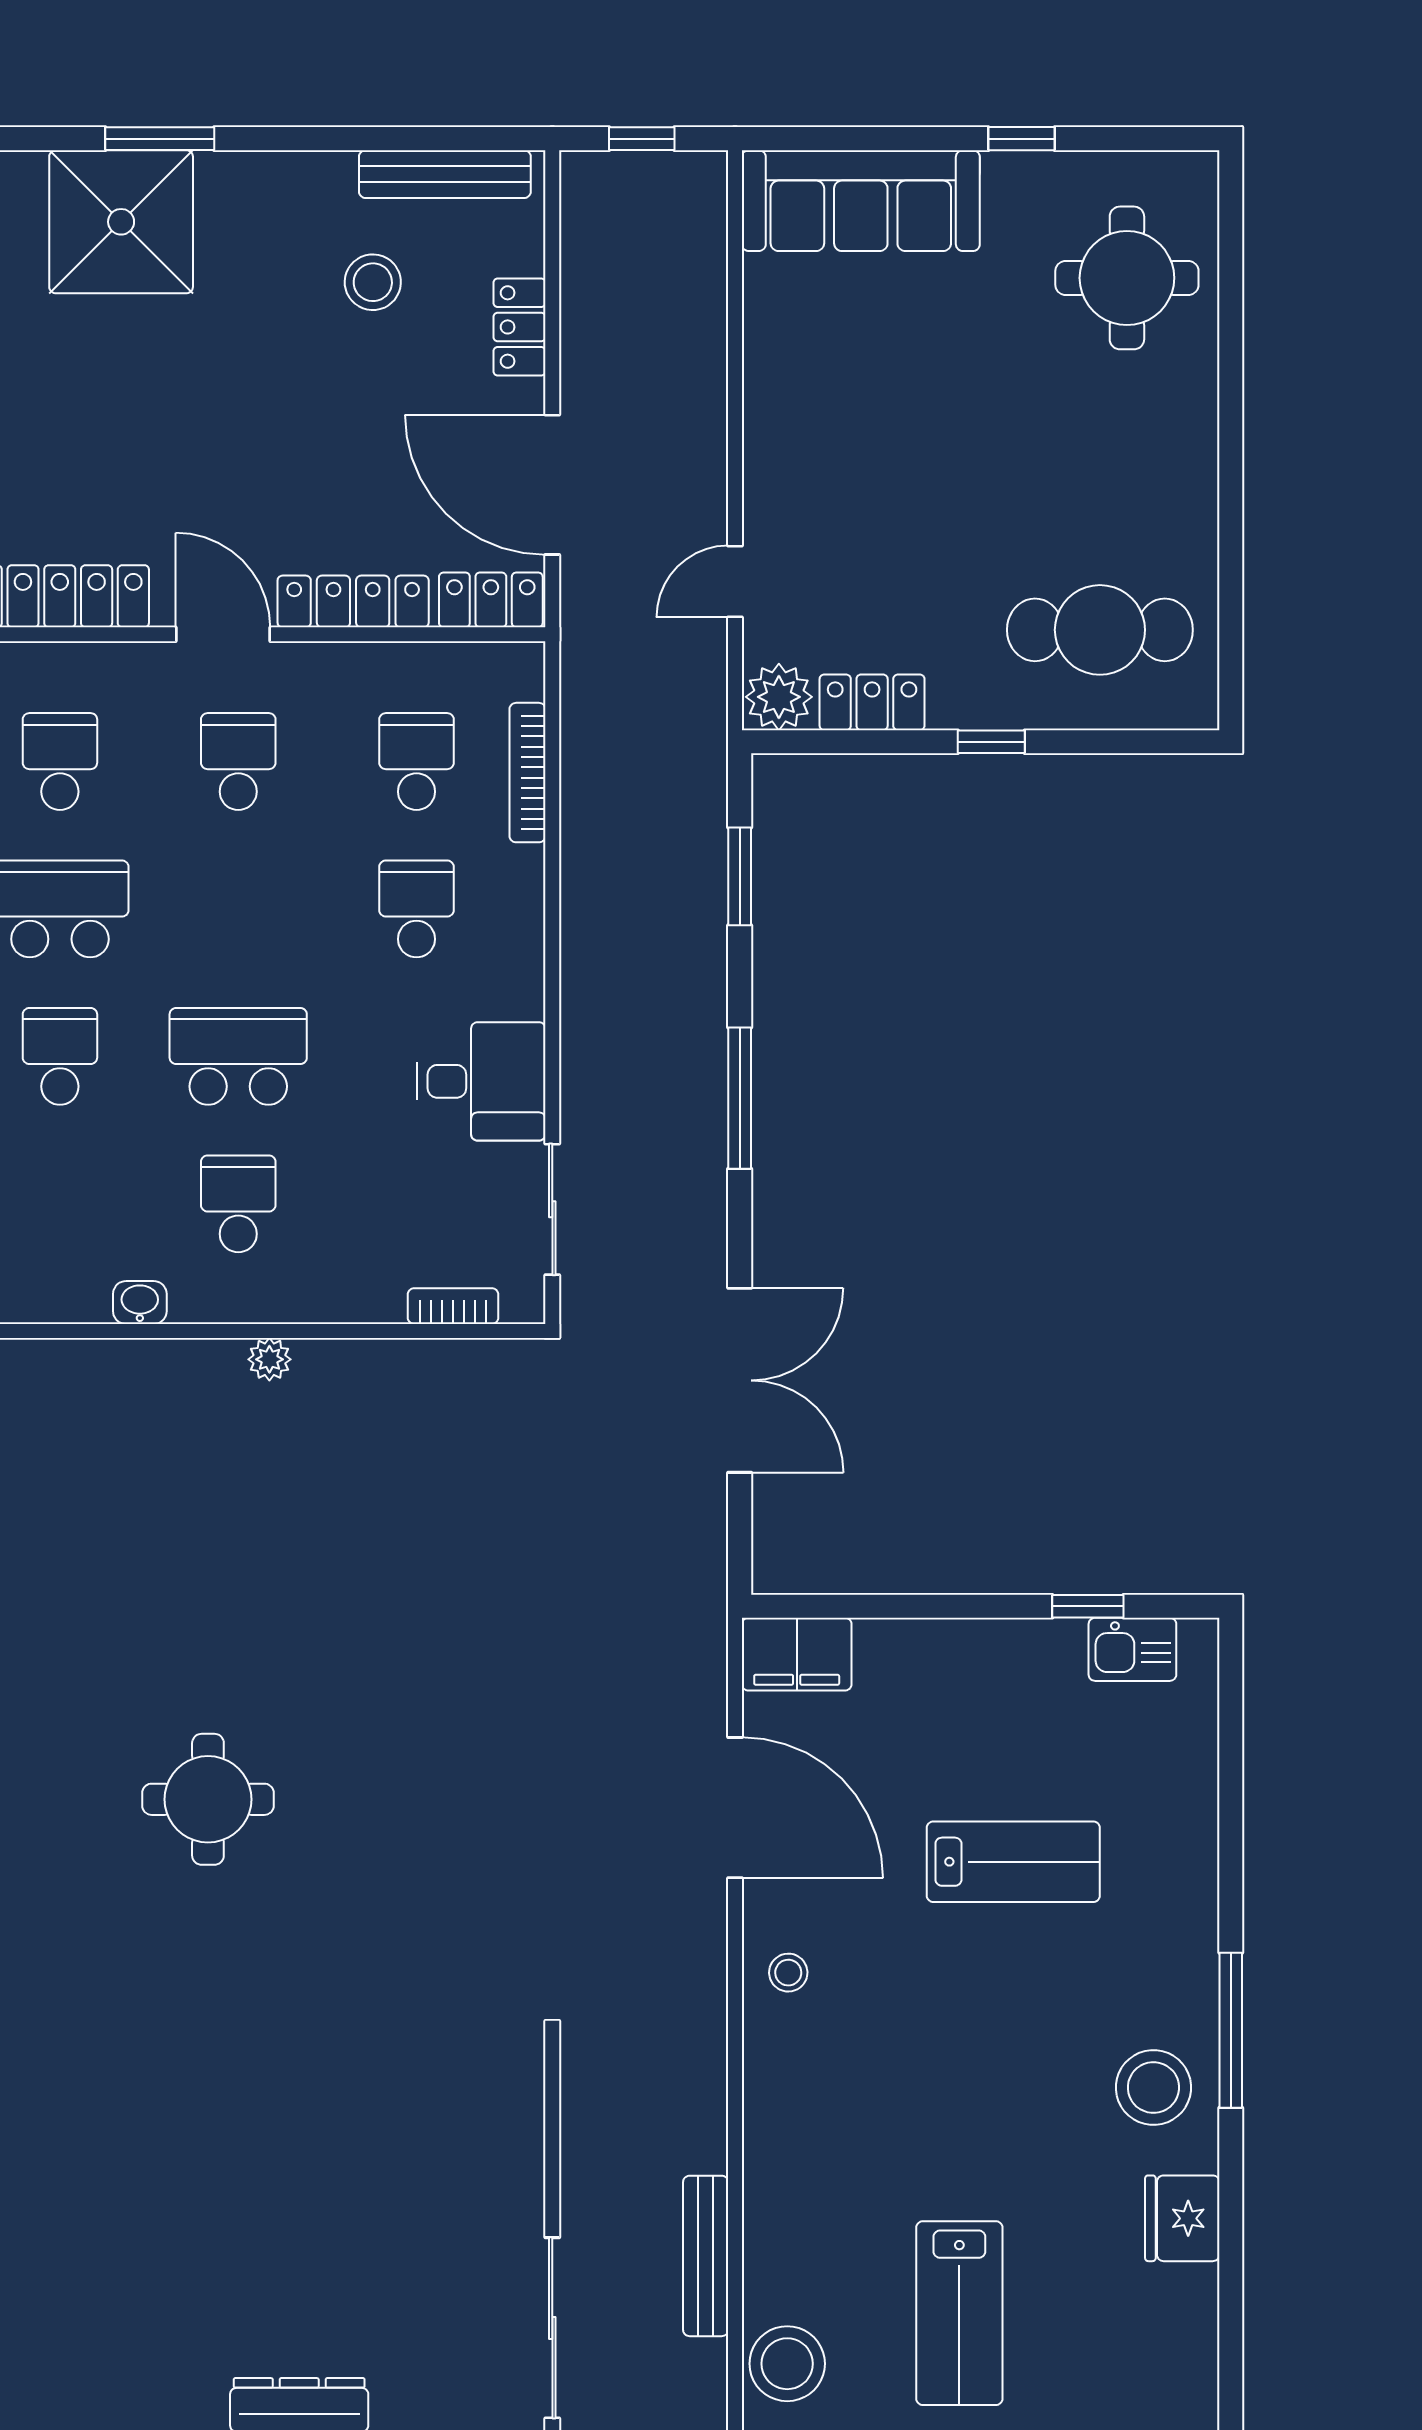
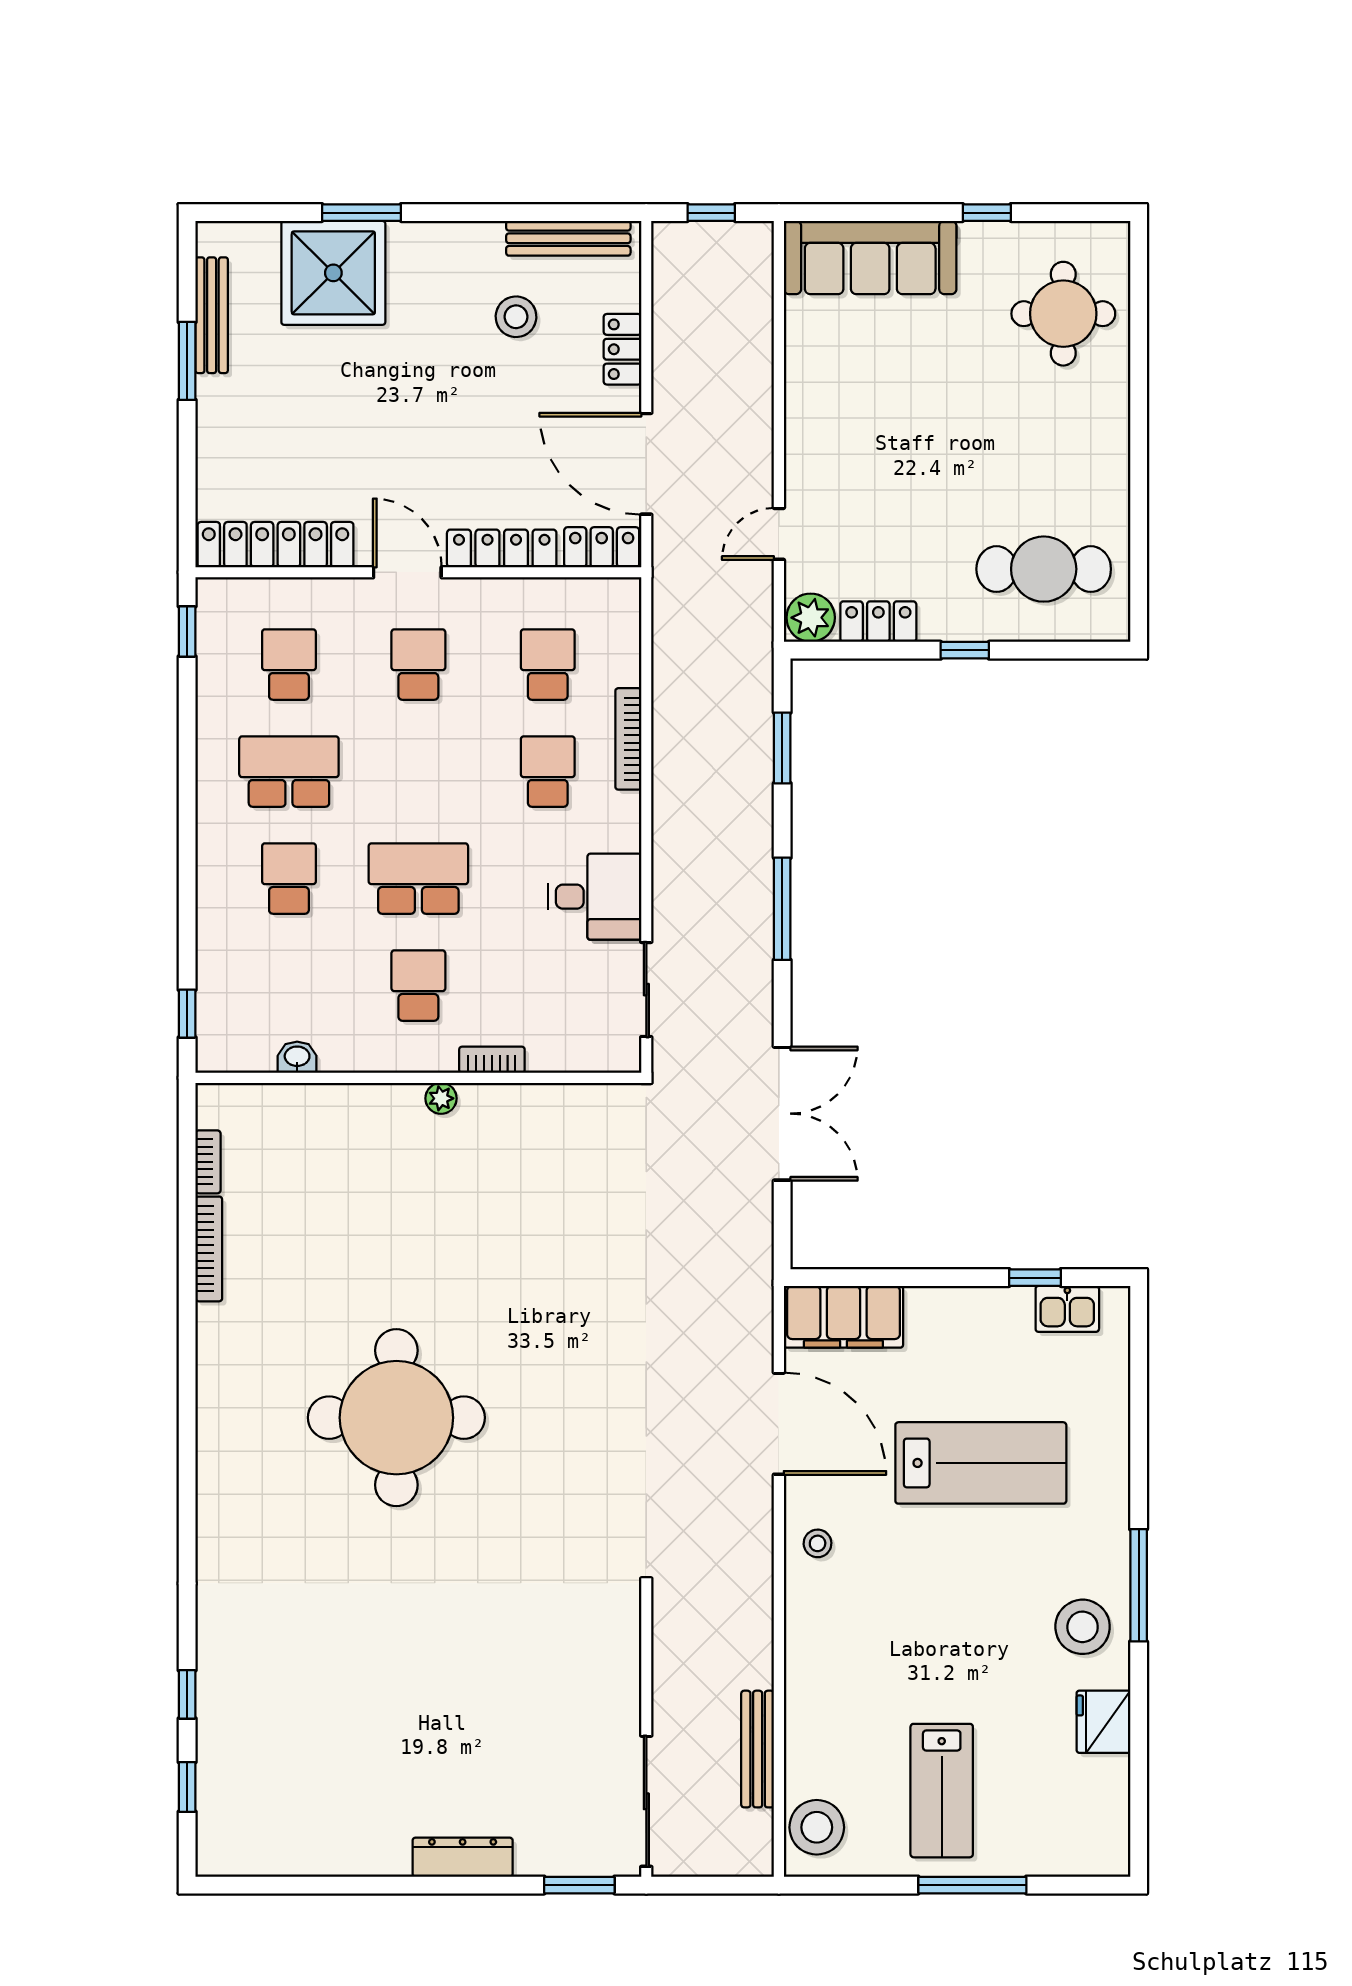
bookcase: (528, 773) -> (628, 739), moved
washbasin: (140, 1303) -> (297, 1057), moved
bookcase: (453, 1306) -> (492, 1060), moved
filing cabinet: (797, 1654) -> (843, 1317), width x1.50, depth x1.17
round table: (208, 1799) -> (396, 1418), width x1.86, depth x1.86
lab bench: (1013, 1862) -> (981, 1463), width x1.36, depth x1.39

